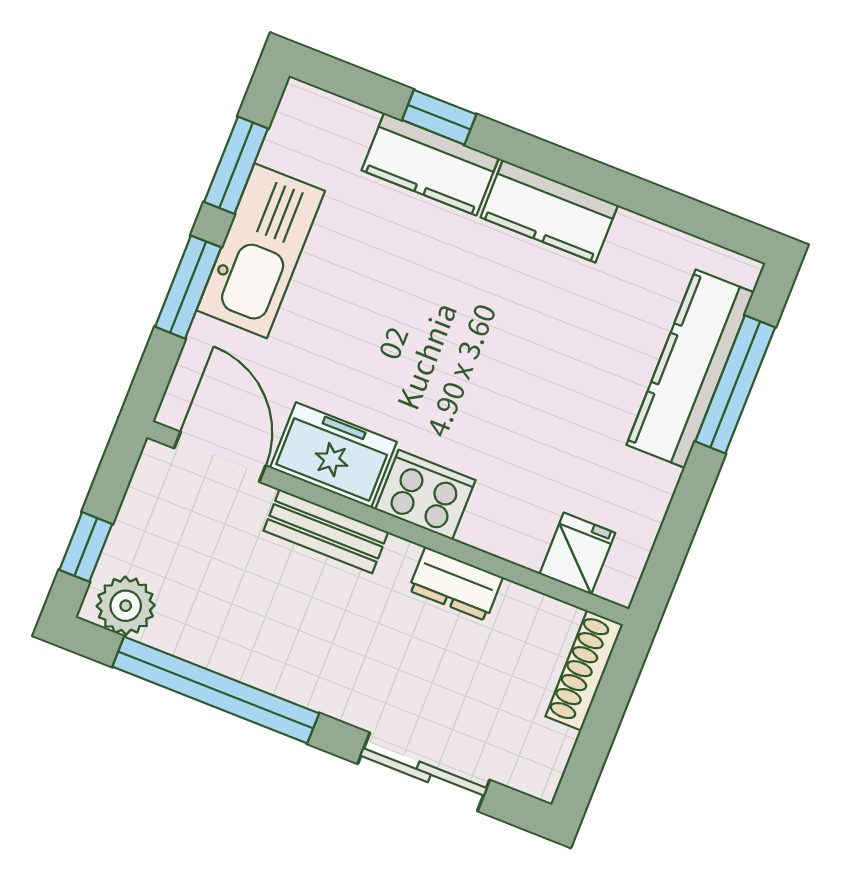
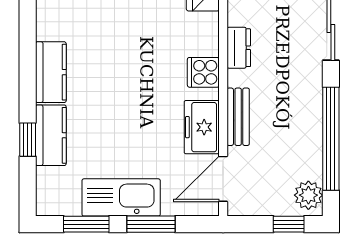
cooker: (425, 495) -> (203, 72), width x0.73

